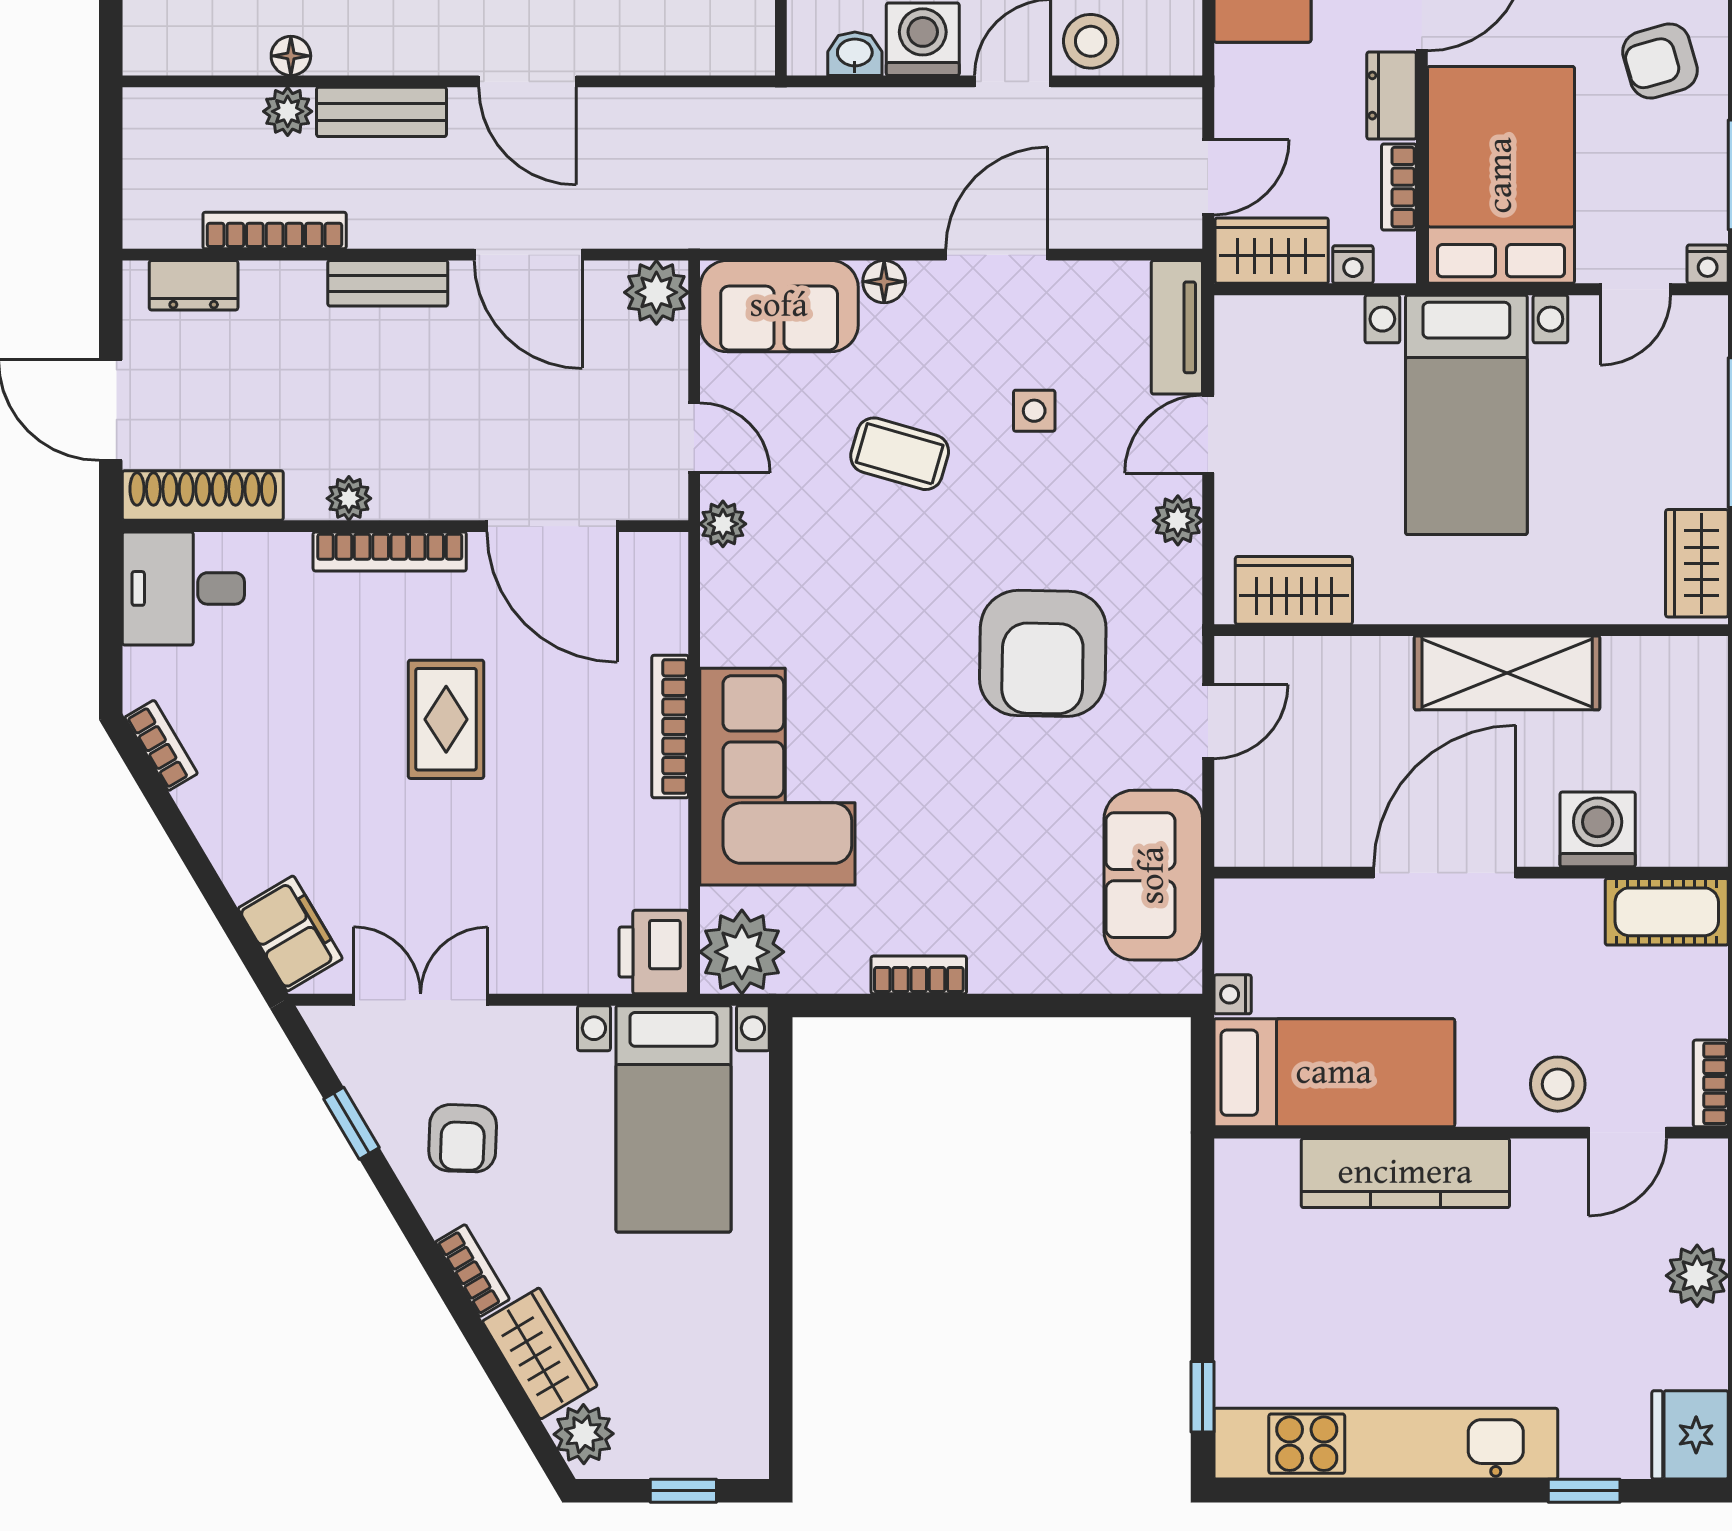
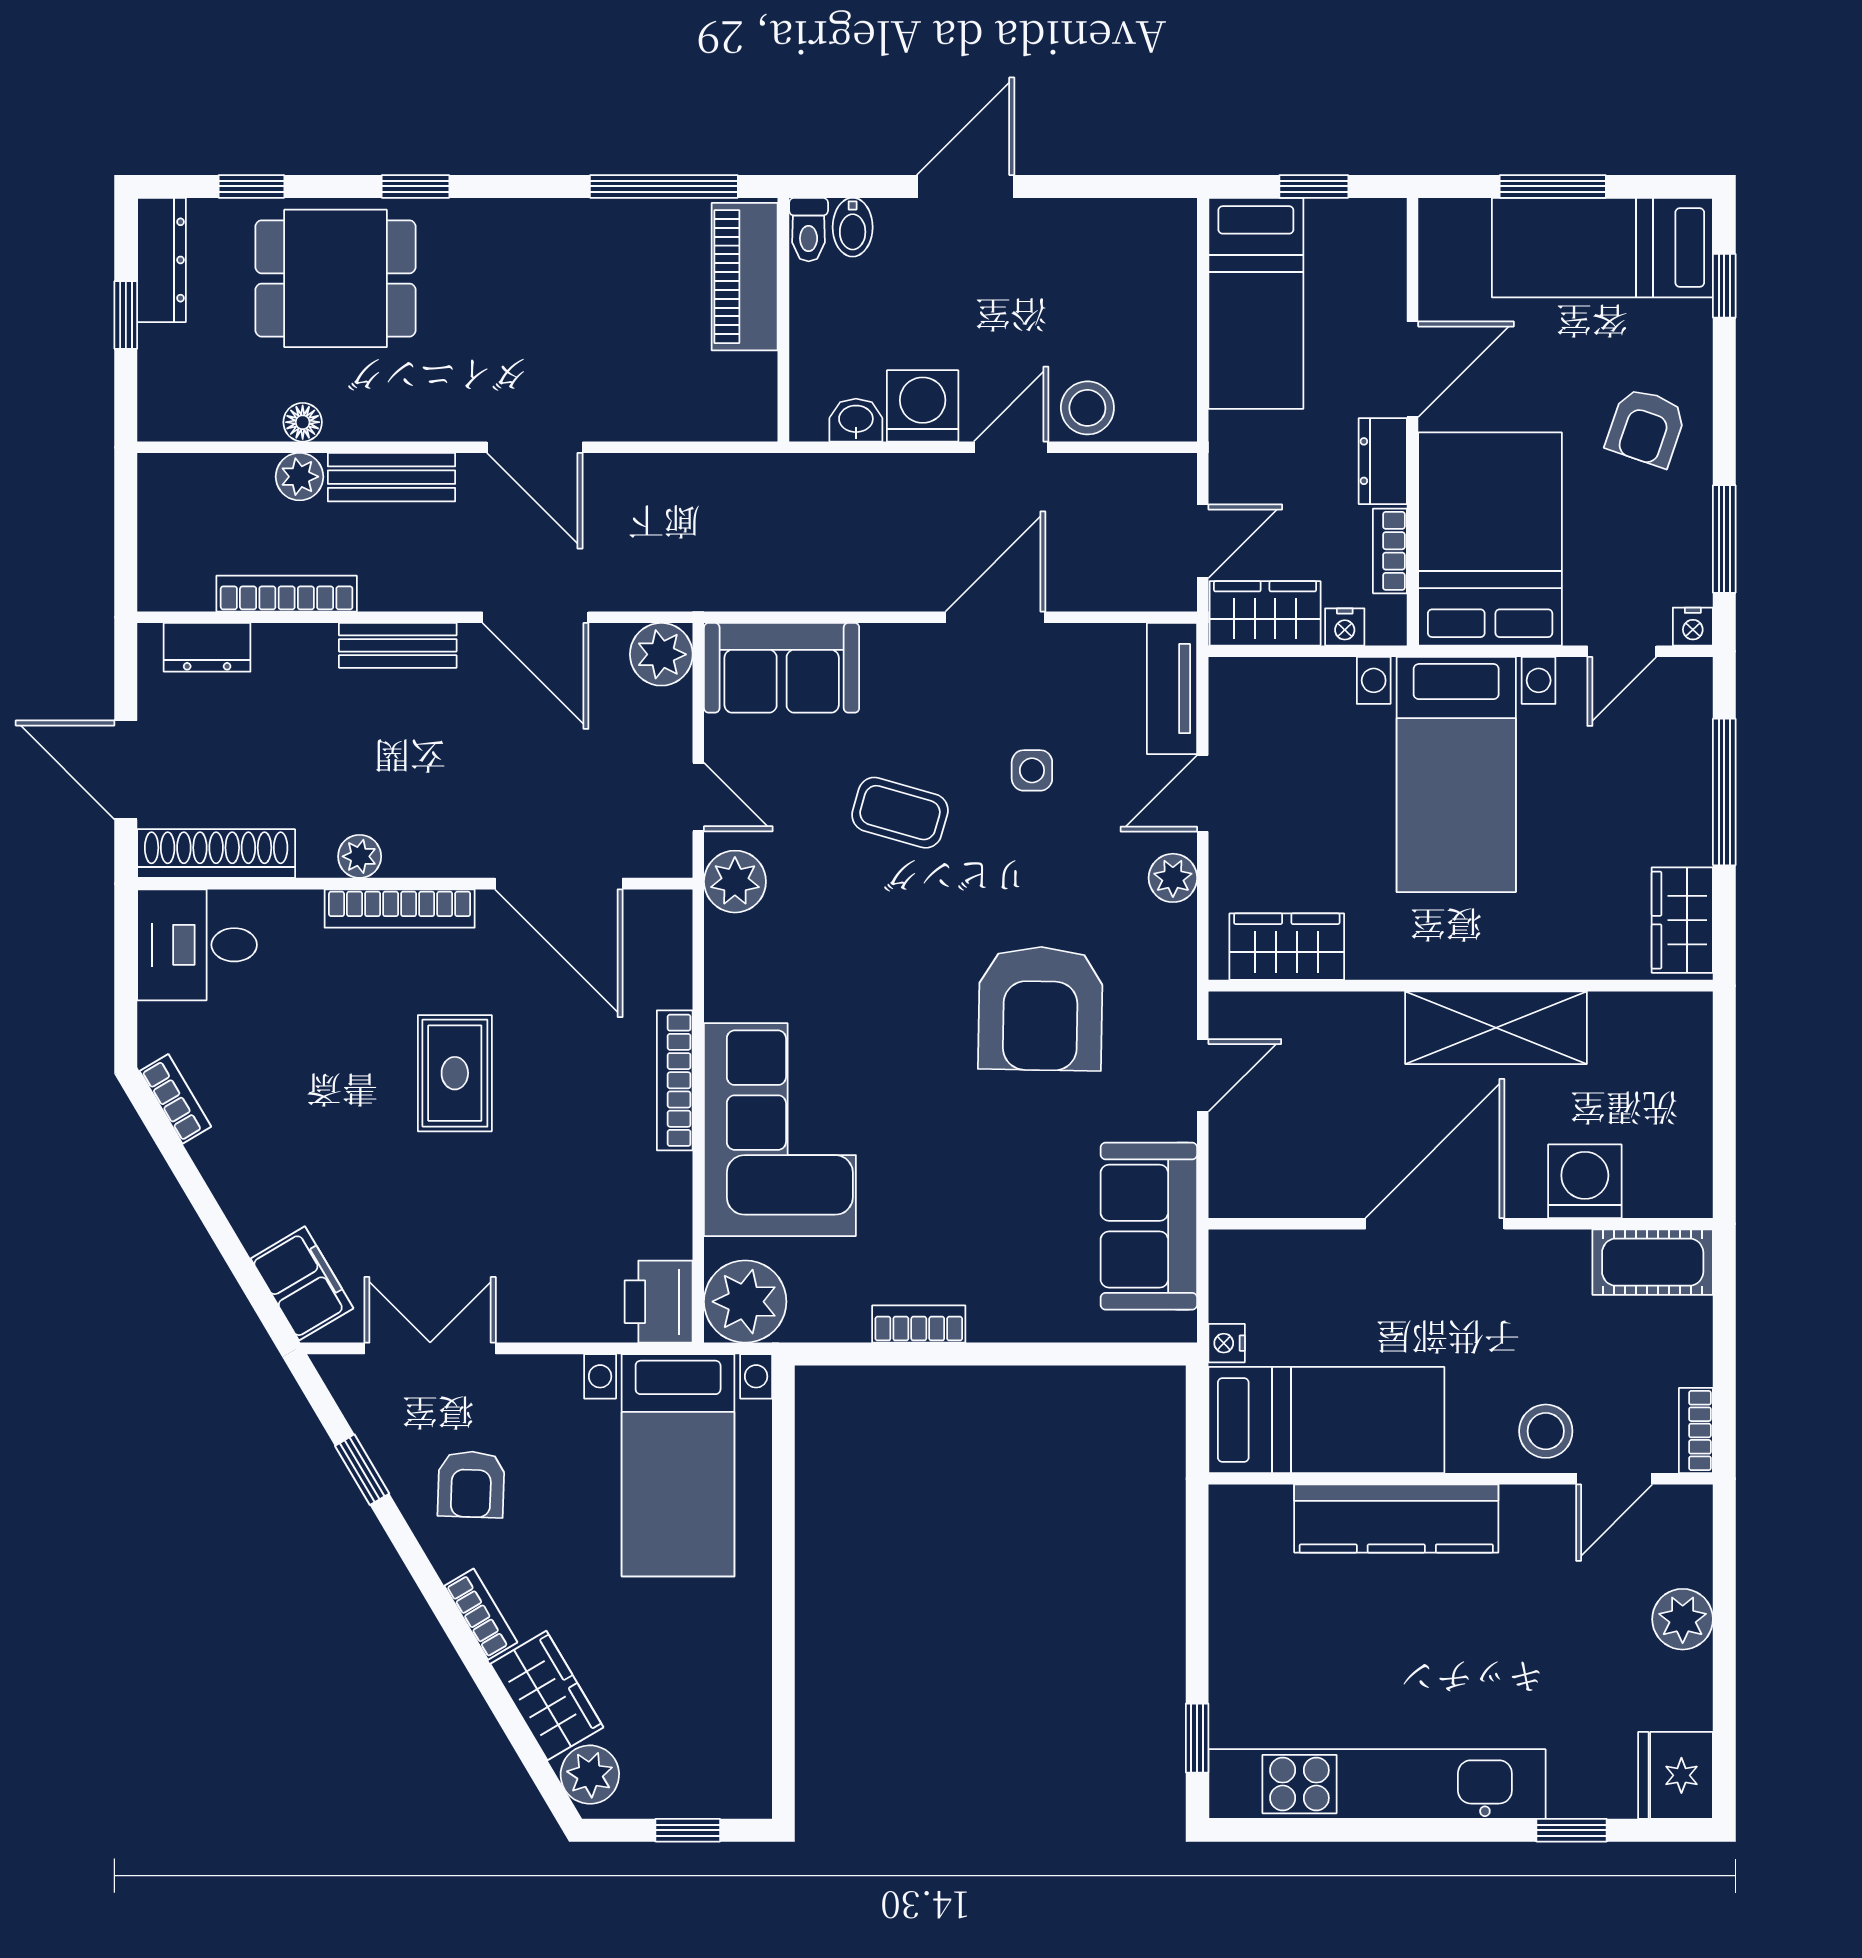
armchair: (1660, 61) -> (1646, 427), turned -55
floor lamp: (884, 282) -> (885, 644), removed
plant: (723, 524) -> (735, 882), width x1.38, depth x1.38

